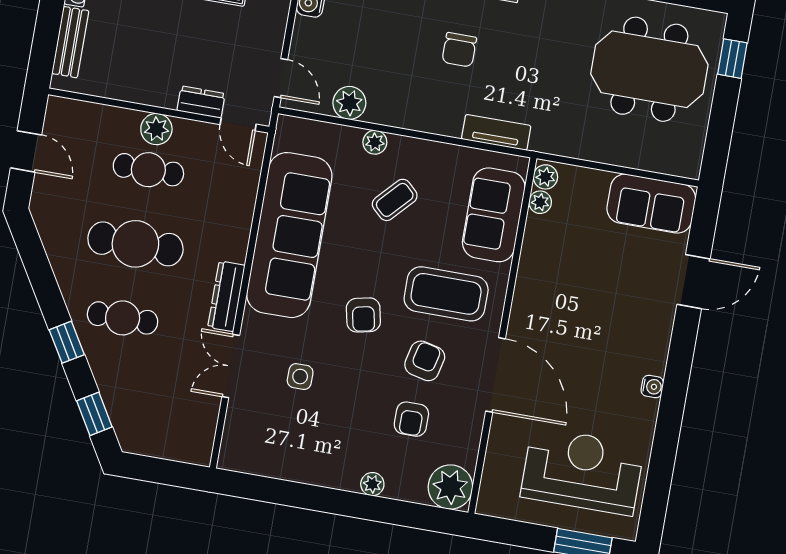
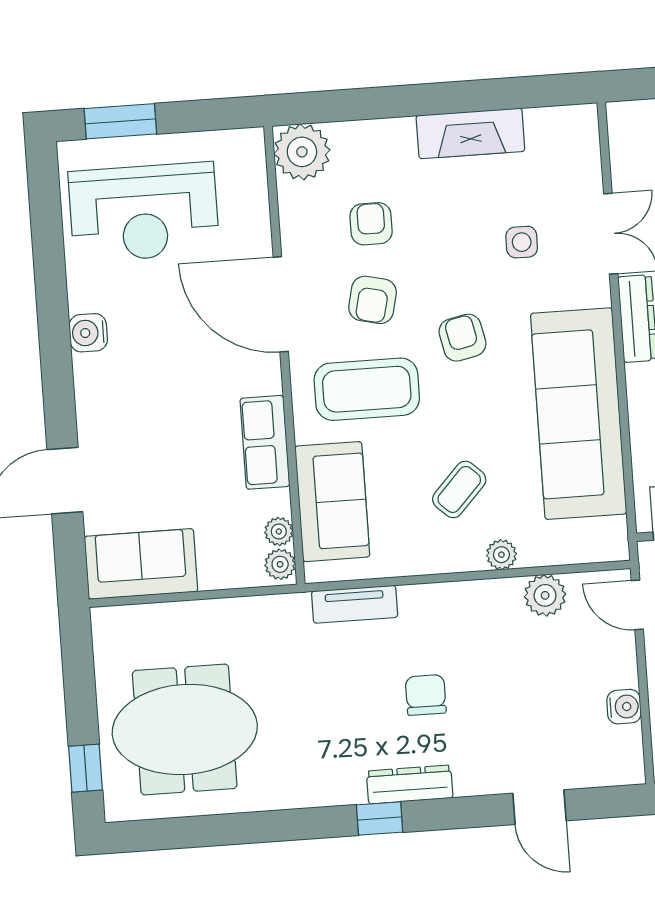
row of seats: (534, 273) -> (265, 442), added
water cooler: (652, 386) -> (88, 333), width x1.38, depth x1.38
fireplace: (318, 469) -> (470, 133), added
plant: (372, 484) -> (399, 131), removed

